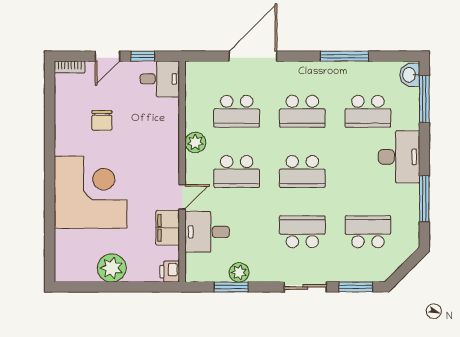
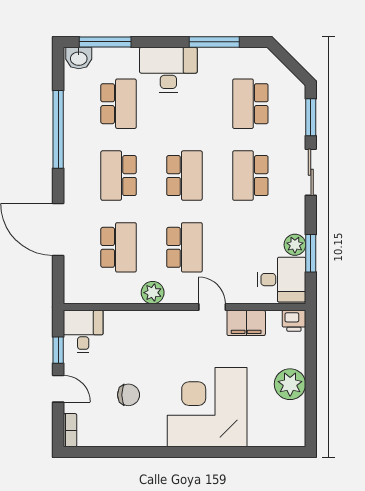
window: (344, 56) -> (58, 129), width x1.46
school desk: (302, 111) -> (119, 176), turned 180
desk: (207, 232) -> (281, 280), moved, turned -90

